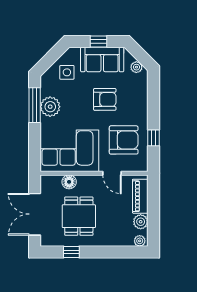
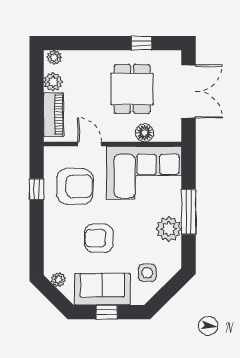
window: (35, 105) -> (189, 212), moved
armchair: (124, 140) -> (75, 186), turned 180

